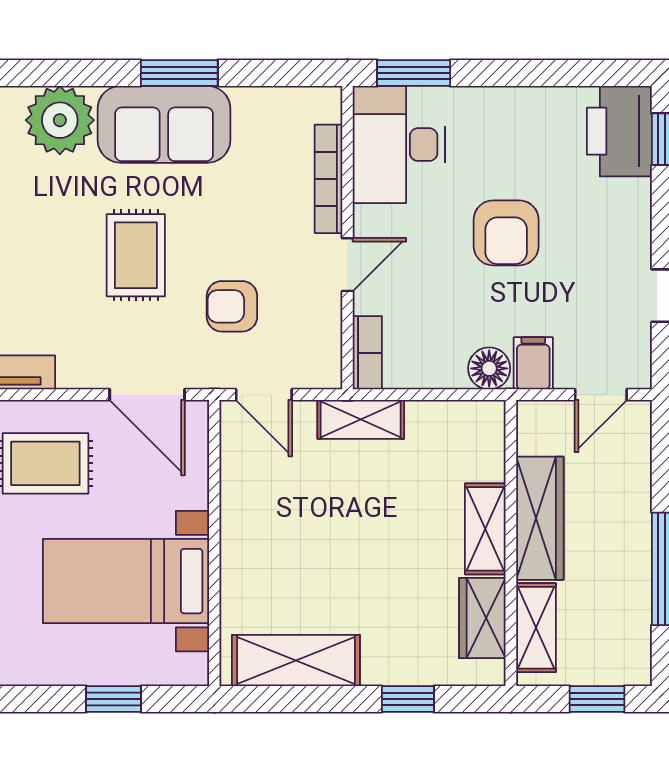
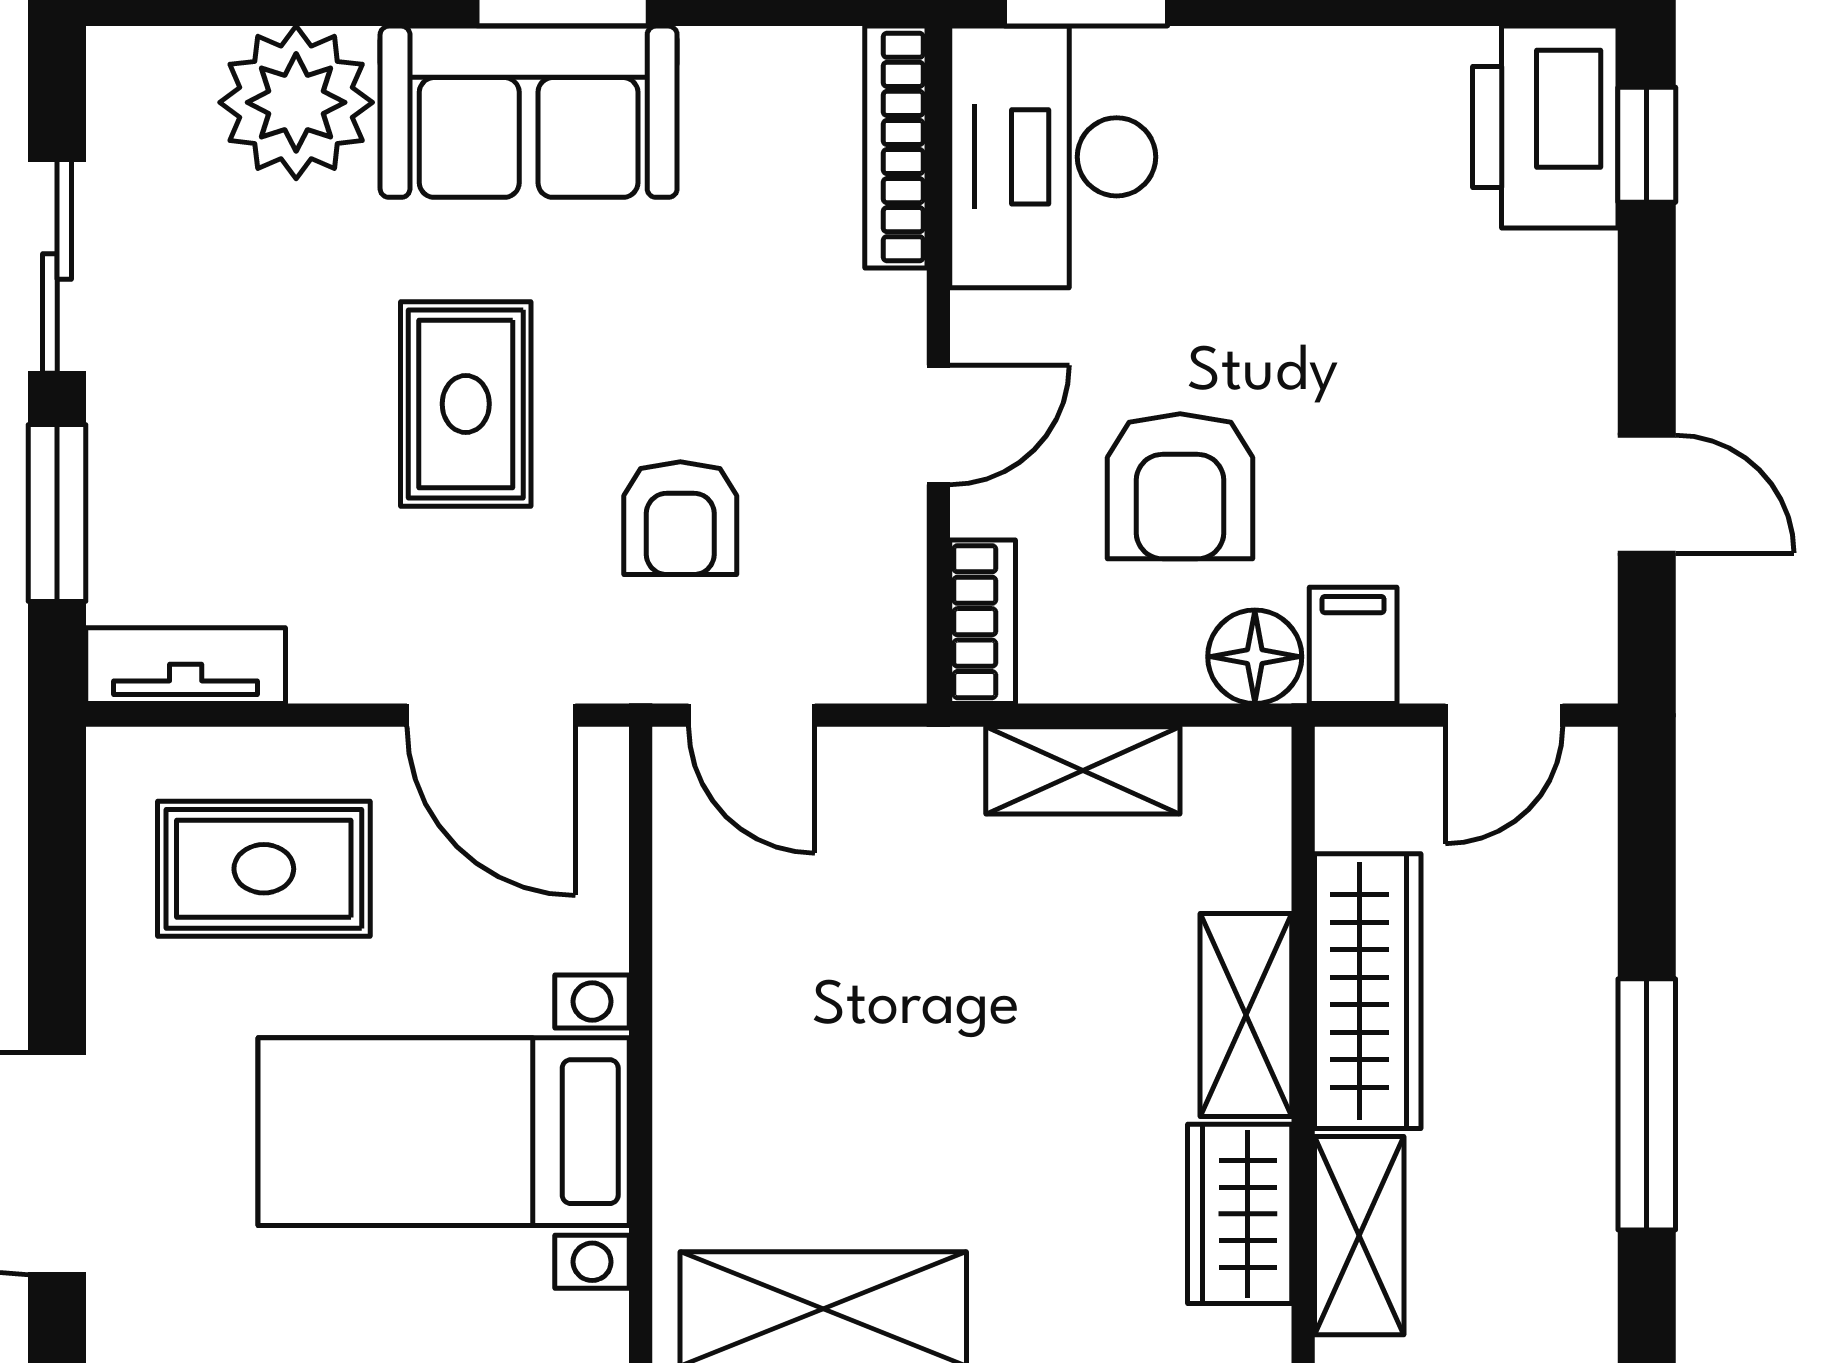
bookcase: (328, 179) -> (896, 147), moved
armchair: (506, 233) -> (1180, 486), moved
armchair: (232, 306) -> (680, 518), turned -90
shelving: (361, 419) -> (1083, 770), moved

